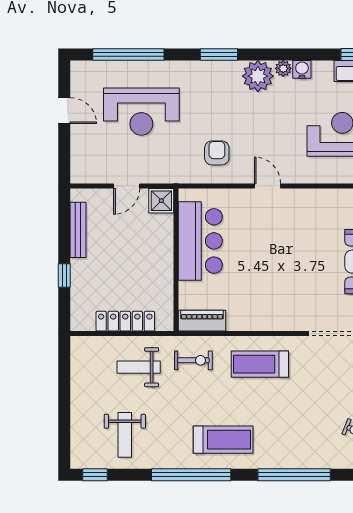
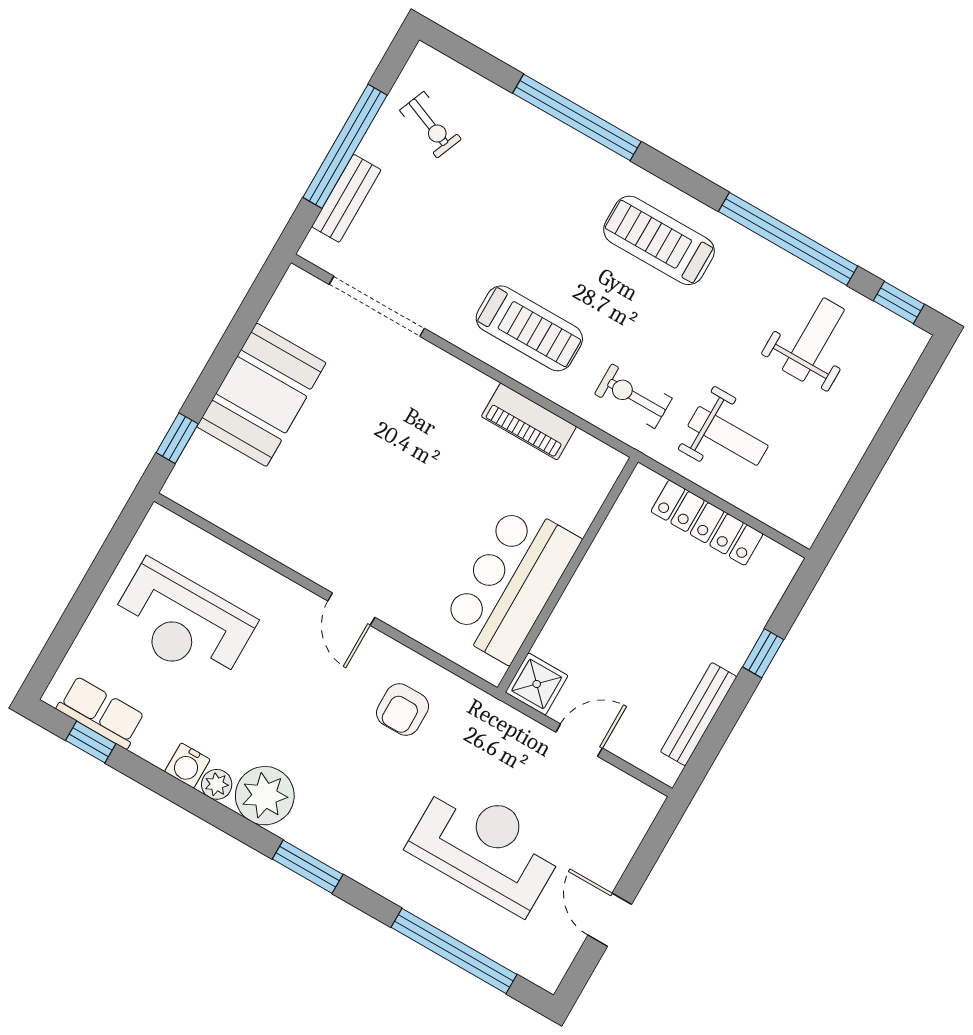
piano: (202, 321) -> (529, 421), moved
window: (191, 475) -> (788, 239), moved

